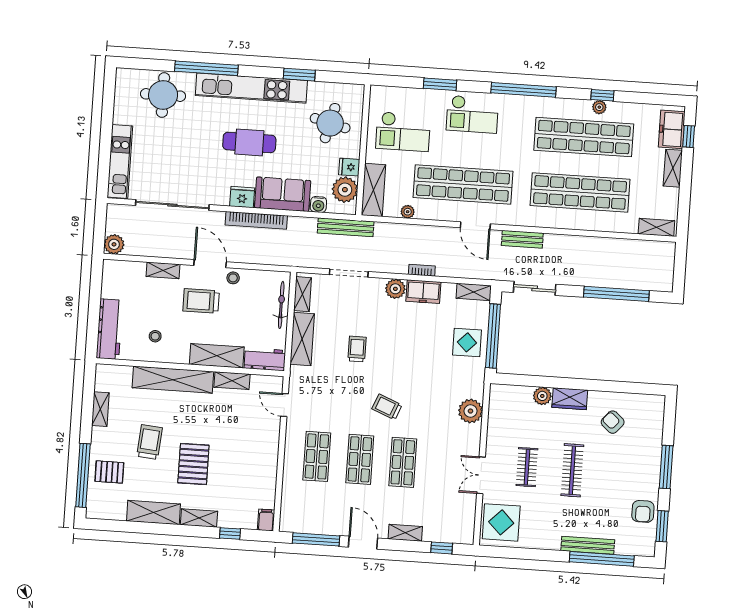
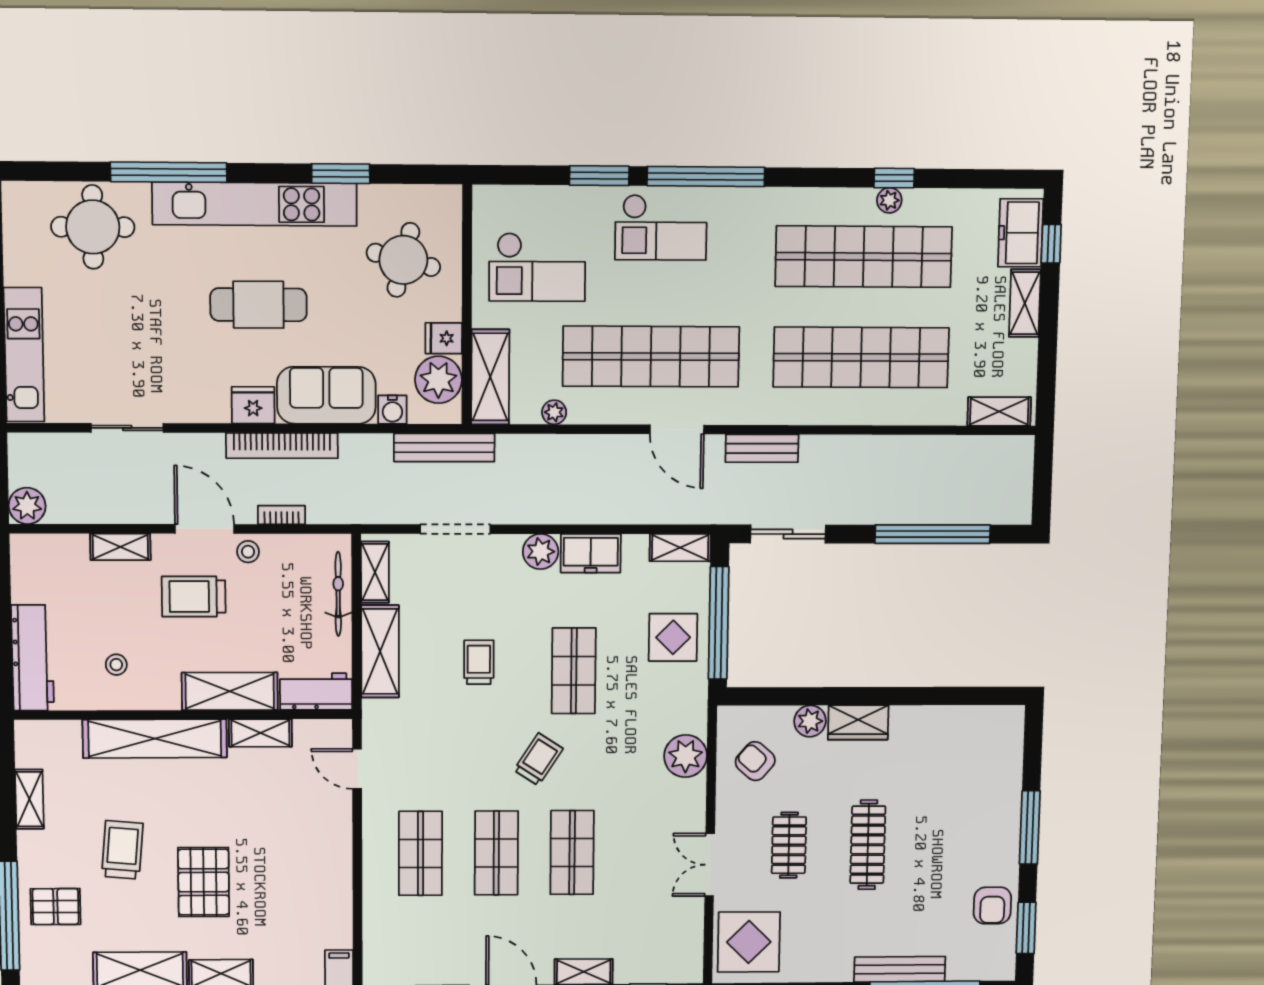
window: (524, 90) -> (706, 177), moved
sliding door: (172, 205) -> (127, 428), width x0.54
bookcase: (422, 270) -> (282, 515), moved
shop shelf: (410, 358) -> (574, 671), added
trolley: (387, 407) -> (538, 759), turned 101
armchair: (613, 422) -> (755, 761), moved

